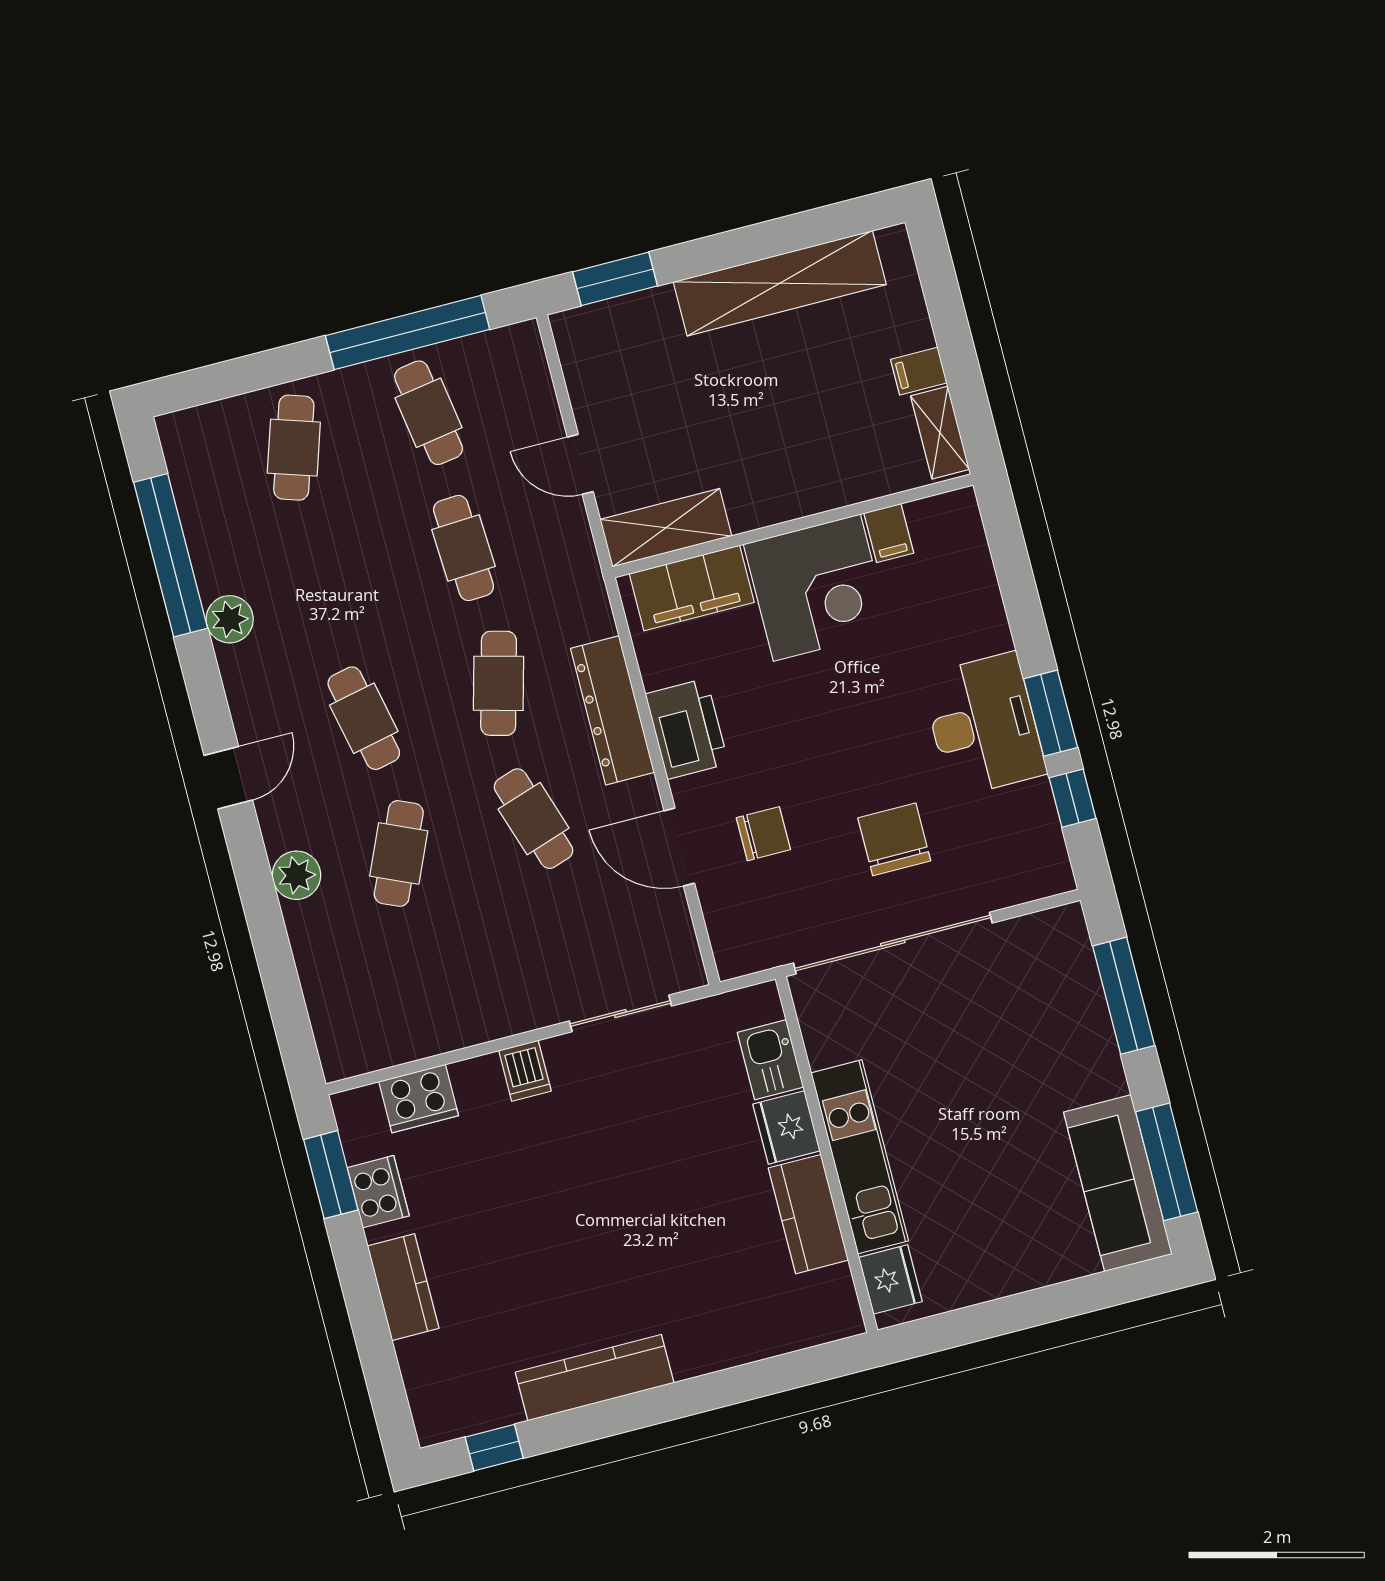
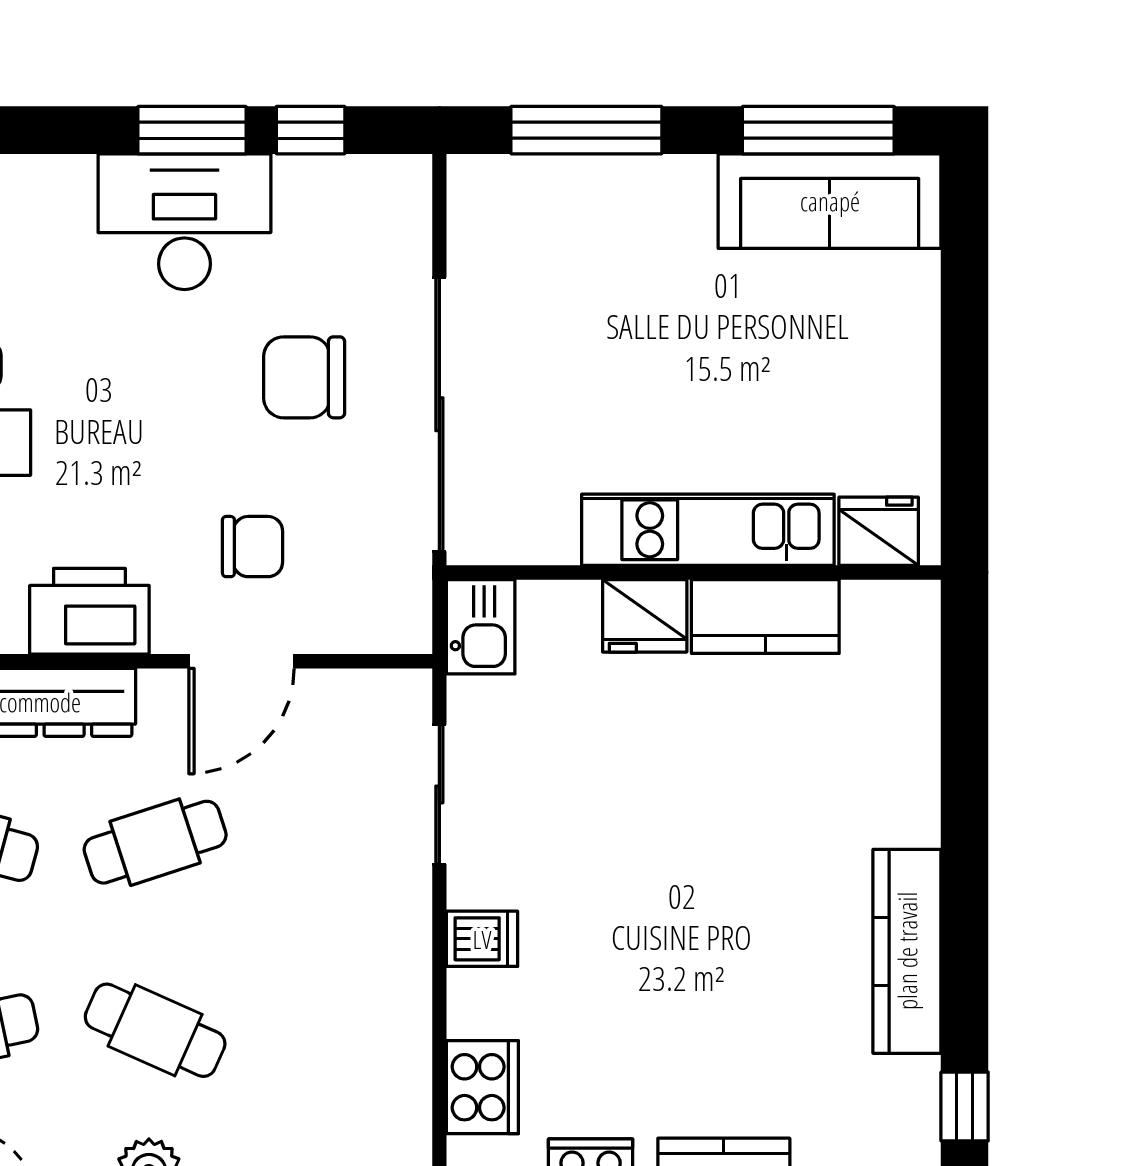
chair: (763, 834) -> (253, 547), turned 90
kitchen sink: (770, 1060) -> (481, 627), moved, turned -90

